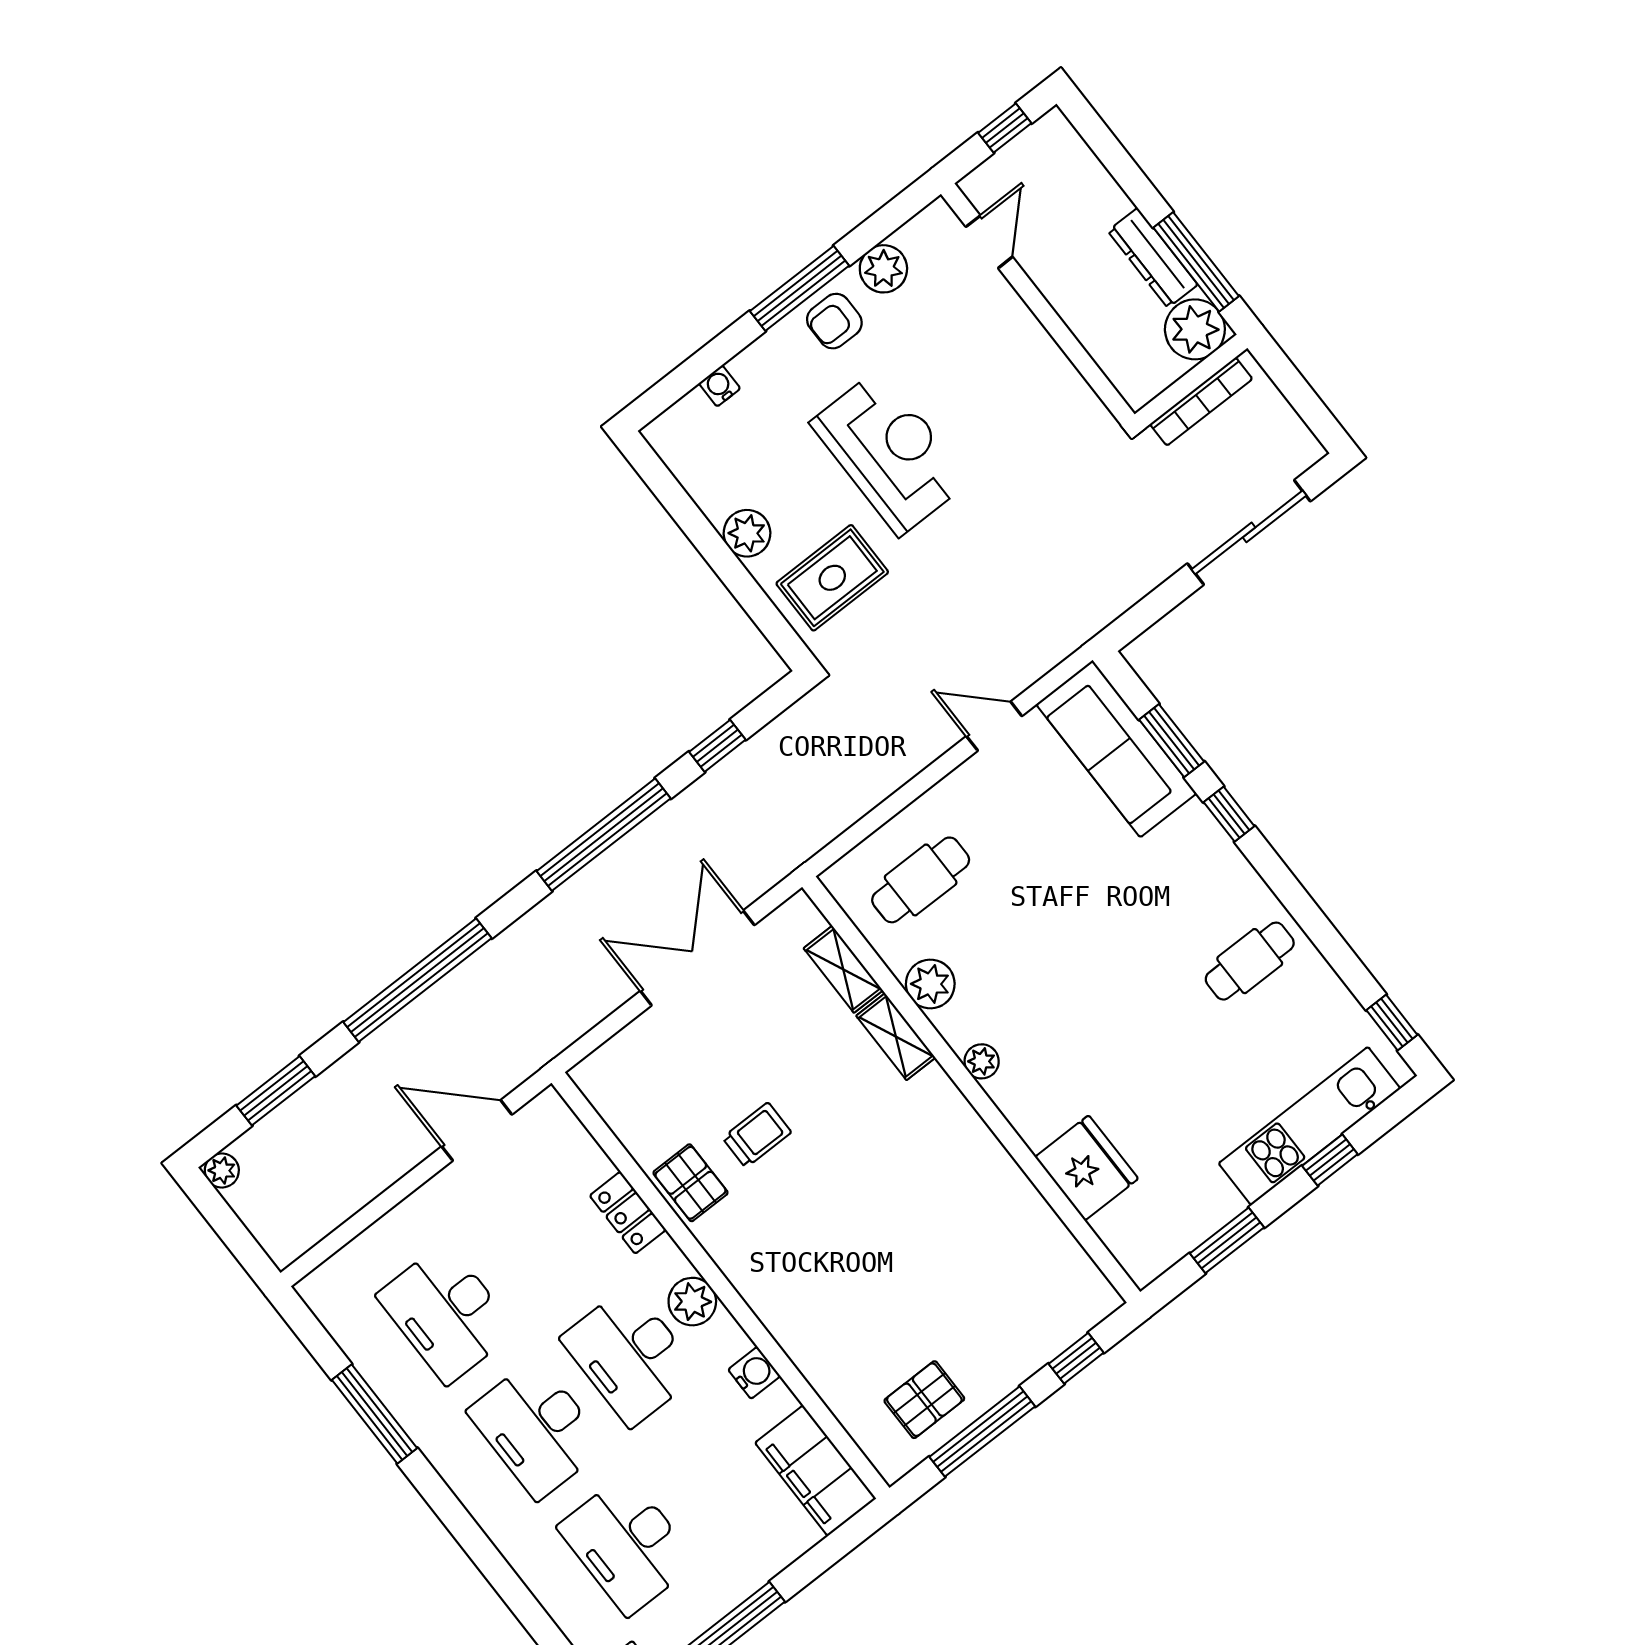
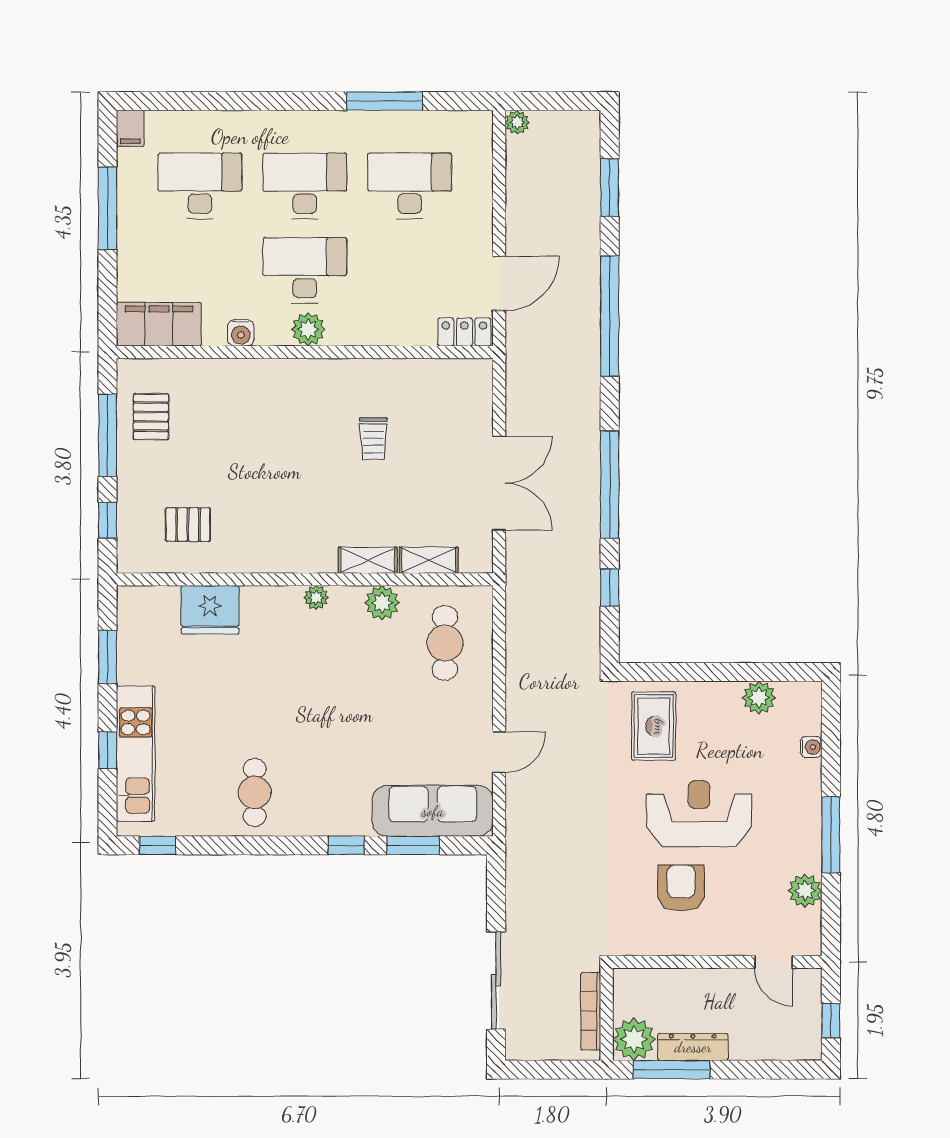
armchair: (834, 321) -> (681, 888), moved, width x1.38, depth x1.38
reception desk: (890, 452) -> (699, 814), turned 180
plant: (747, 533) -> (759, 698), moved
plant: (222, 1170) -> (517, 122), moved
pallet: (690, 1183) -> (188, 525), moved
locker: (628, 1213) -> (464, 332), moved

